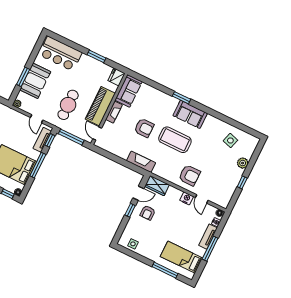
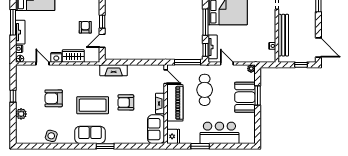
bar counter: (60, 54) -> (219, 133), moved
side table: (230, 140) -> (51, 136), moved
armchair: (190, 175) -> (54, 98), moved
wardrobe: (157, 186) -> (73, 56), moved

